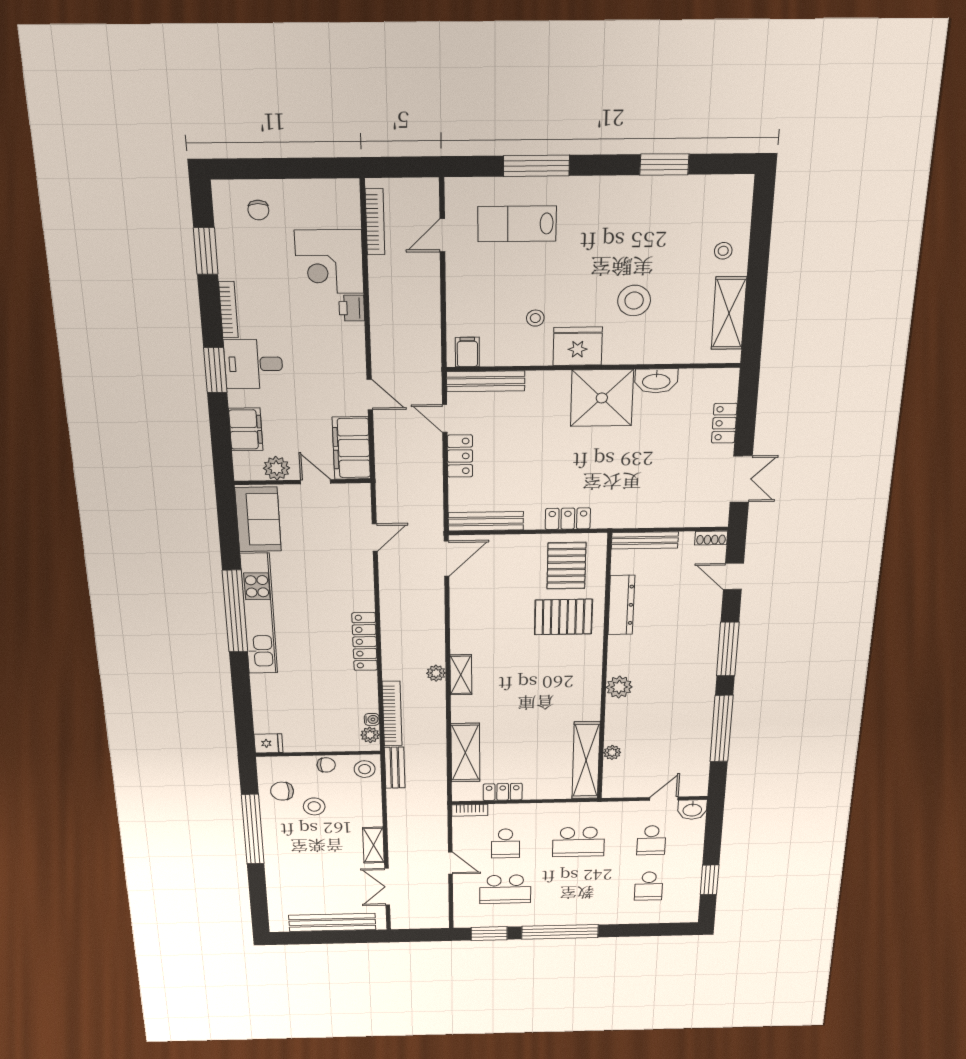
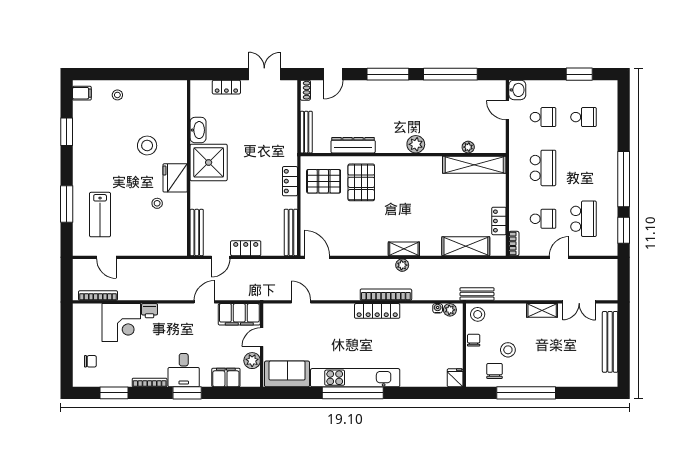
shelving: (729, 313) -> (156, 89), removed
filing cabinet: (467, 352) -> (82, 93), moved, turned 180
bookcase: (392, 714) -> (386, 295), moved
chair: (282, 791) -> (495, 371), turned 180

